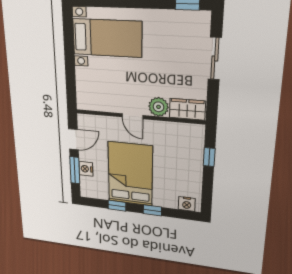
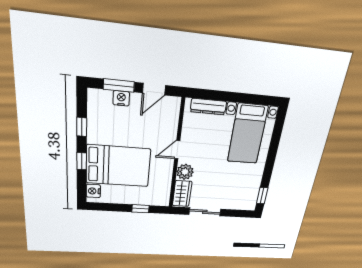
sliding door: (215, 59) -> (205, 212), moved
dresser: (83, 86) -> (208, 107), added
door: (73, 139) -> (154, 89), hinge flipped
bed: (130, 174) -> (118, 166), moved

